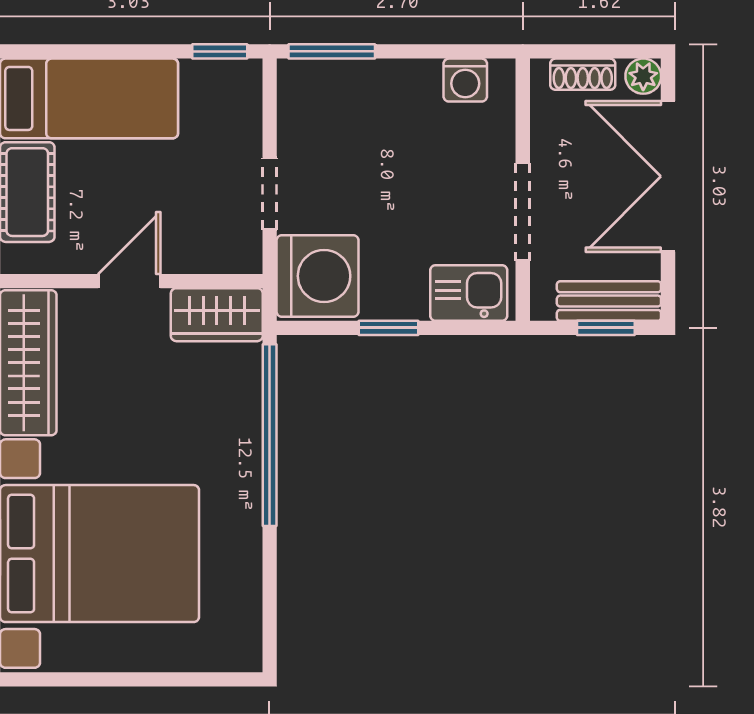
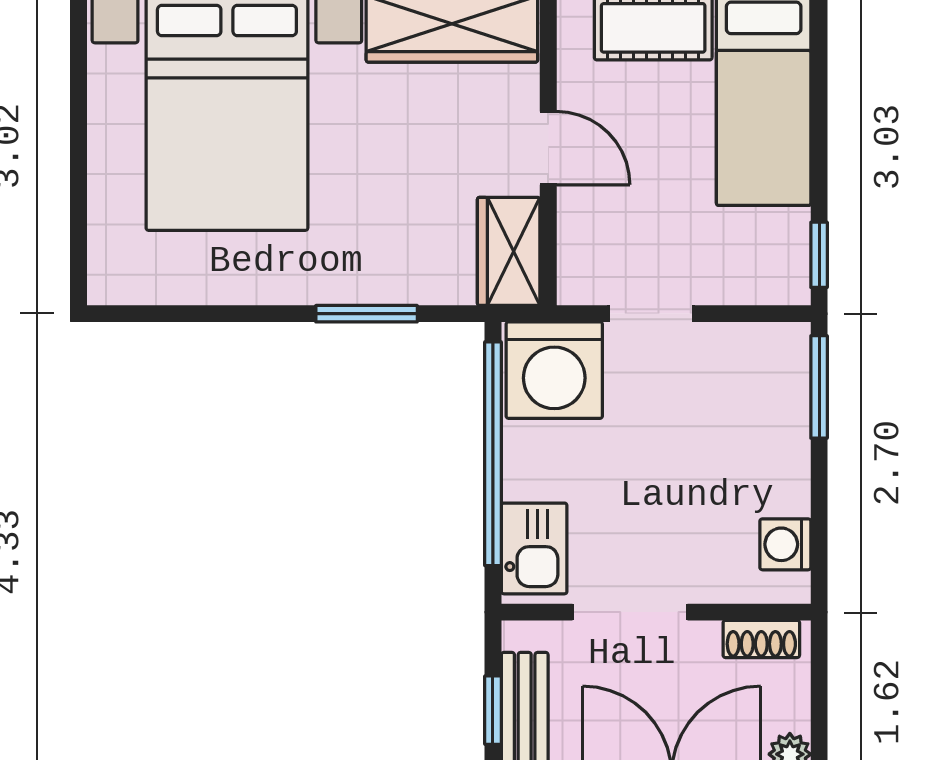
shoe rack: (583, 74) -> (761, 639), moved, turned -90
window: (388, 328) -> (493, 454), width x3.17
window: (270, 435) -> (367, 314), width x0.47

